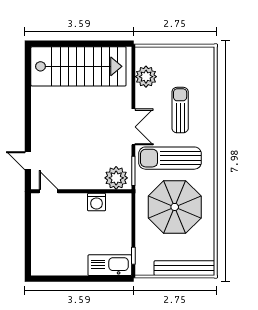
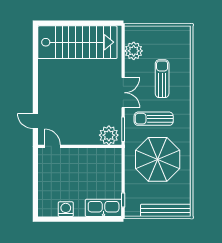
sun lounger: (170, 158) -> (154, 119), width x0.73, depth x0.75
washing machine: (97, 202) -> (66, 209), moved, turned 180

